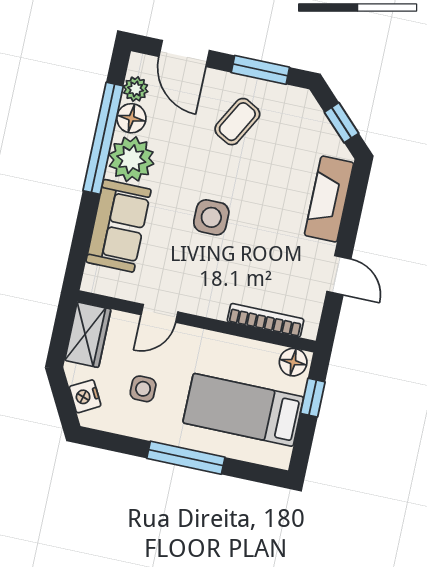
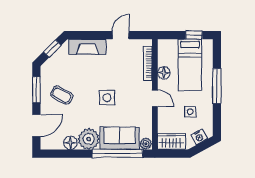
plant: (136, 89) -> (146, 144), moved
window: (103, 138) -> (117, 154), moved
door: (159, 313) -> (155, 98), moved
floor lamp: (293, 362) -> (164, 73), moved
window: (313, 398) -> (194, 35), moved

